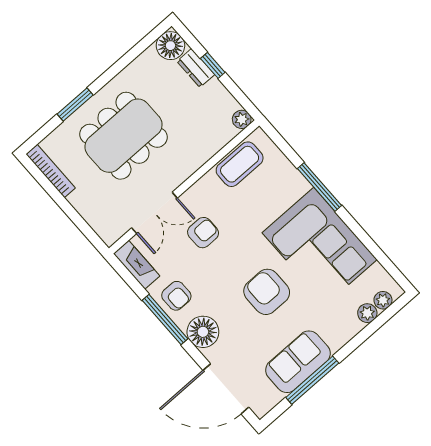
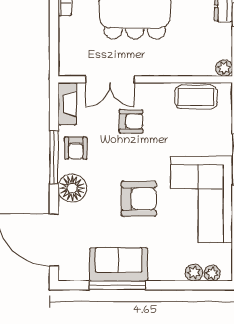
armchair: (267, 292) -> (139, 199), turned 90

